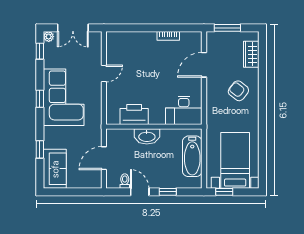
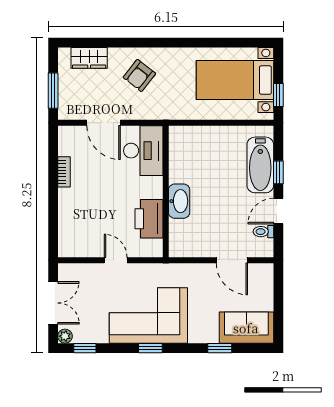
desk: (184, 110) -> (143, 151), moved
printer: (134, 114) -> (149, 219), moved
wall: (154, 127) -> (166, 192), moved
washbasin: (147, 136) -> (179, 201), moved
bathtub: (192, 156) -> (260, 165), moved, turned 90

